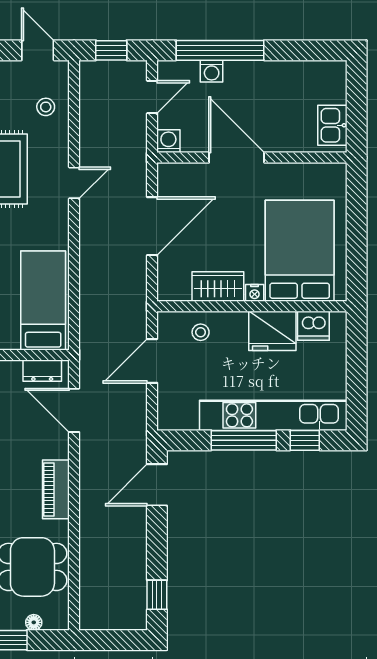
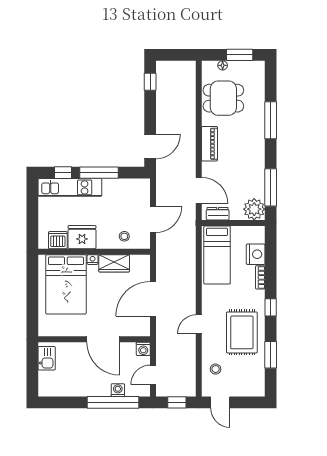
kitchen unit: (273, 415) -> (70, 187), width x0.73

